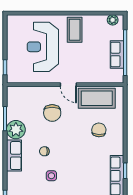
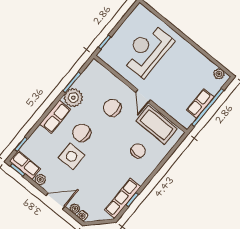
coffee table: (75, 30) -> (183, 57), removed
chair: (52, 113) -> (112, 108), turned 90
chair: (44, 151) -> (82, 133), width x1.87, depth x1.87
side table: (51, 176) -> (72, 156), width x1.87, depth x1.87

